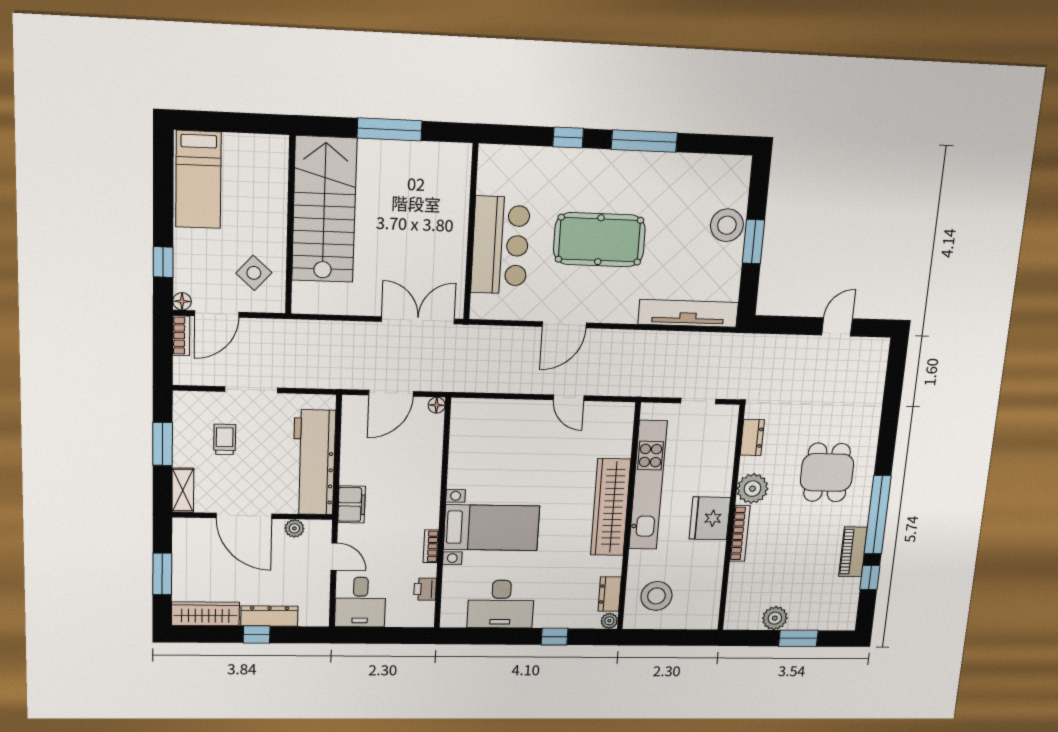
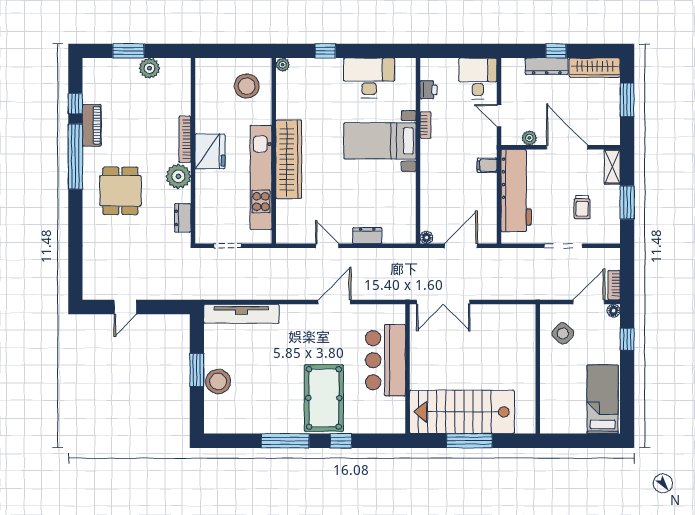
stairs: (324, 210) -> (462, 412), moved, turned 90
pool table: (599, 240) -> (324, 398), moved, turned 90
filing cabinet: (352, 504) -> (487, 165), width x0.50
dresser: (610, 594) -> (367, 236), moved, turned -90

